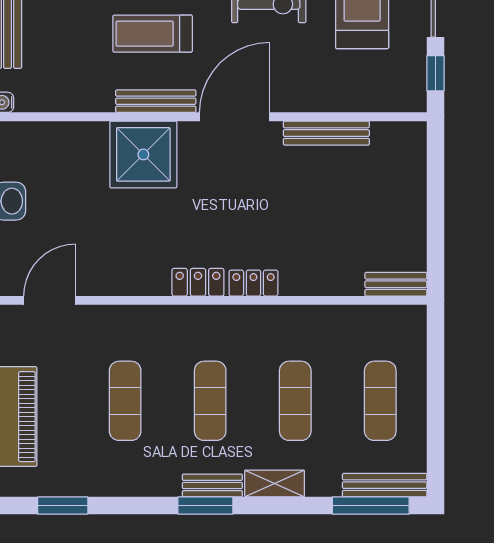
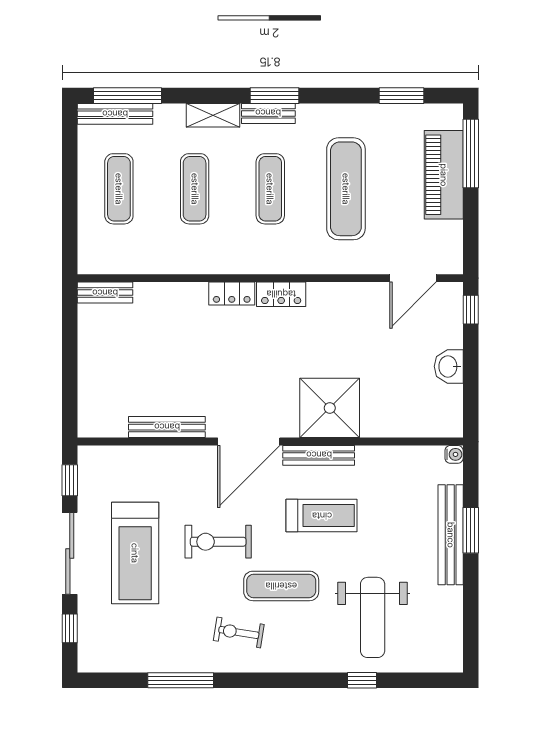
exercise mat: (125, 401) -> (346, 189), width x1.36, depth x1.45

